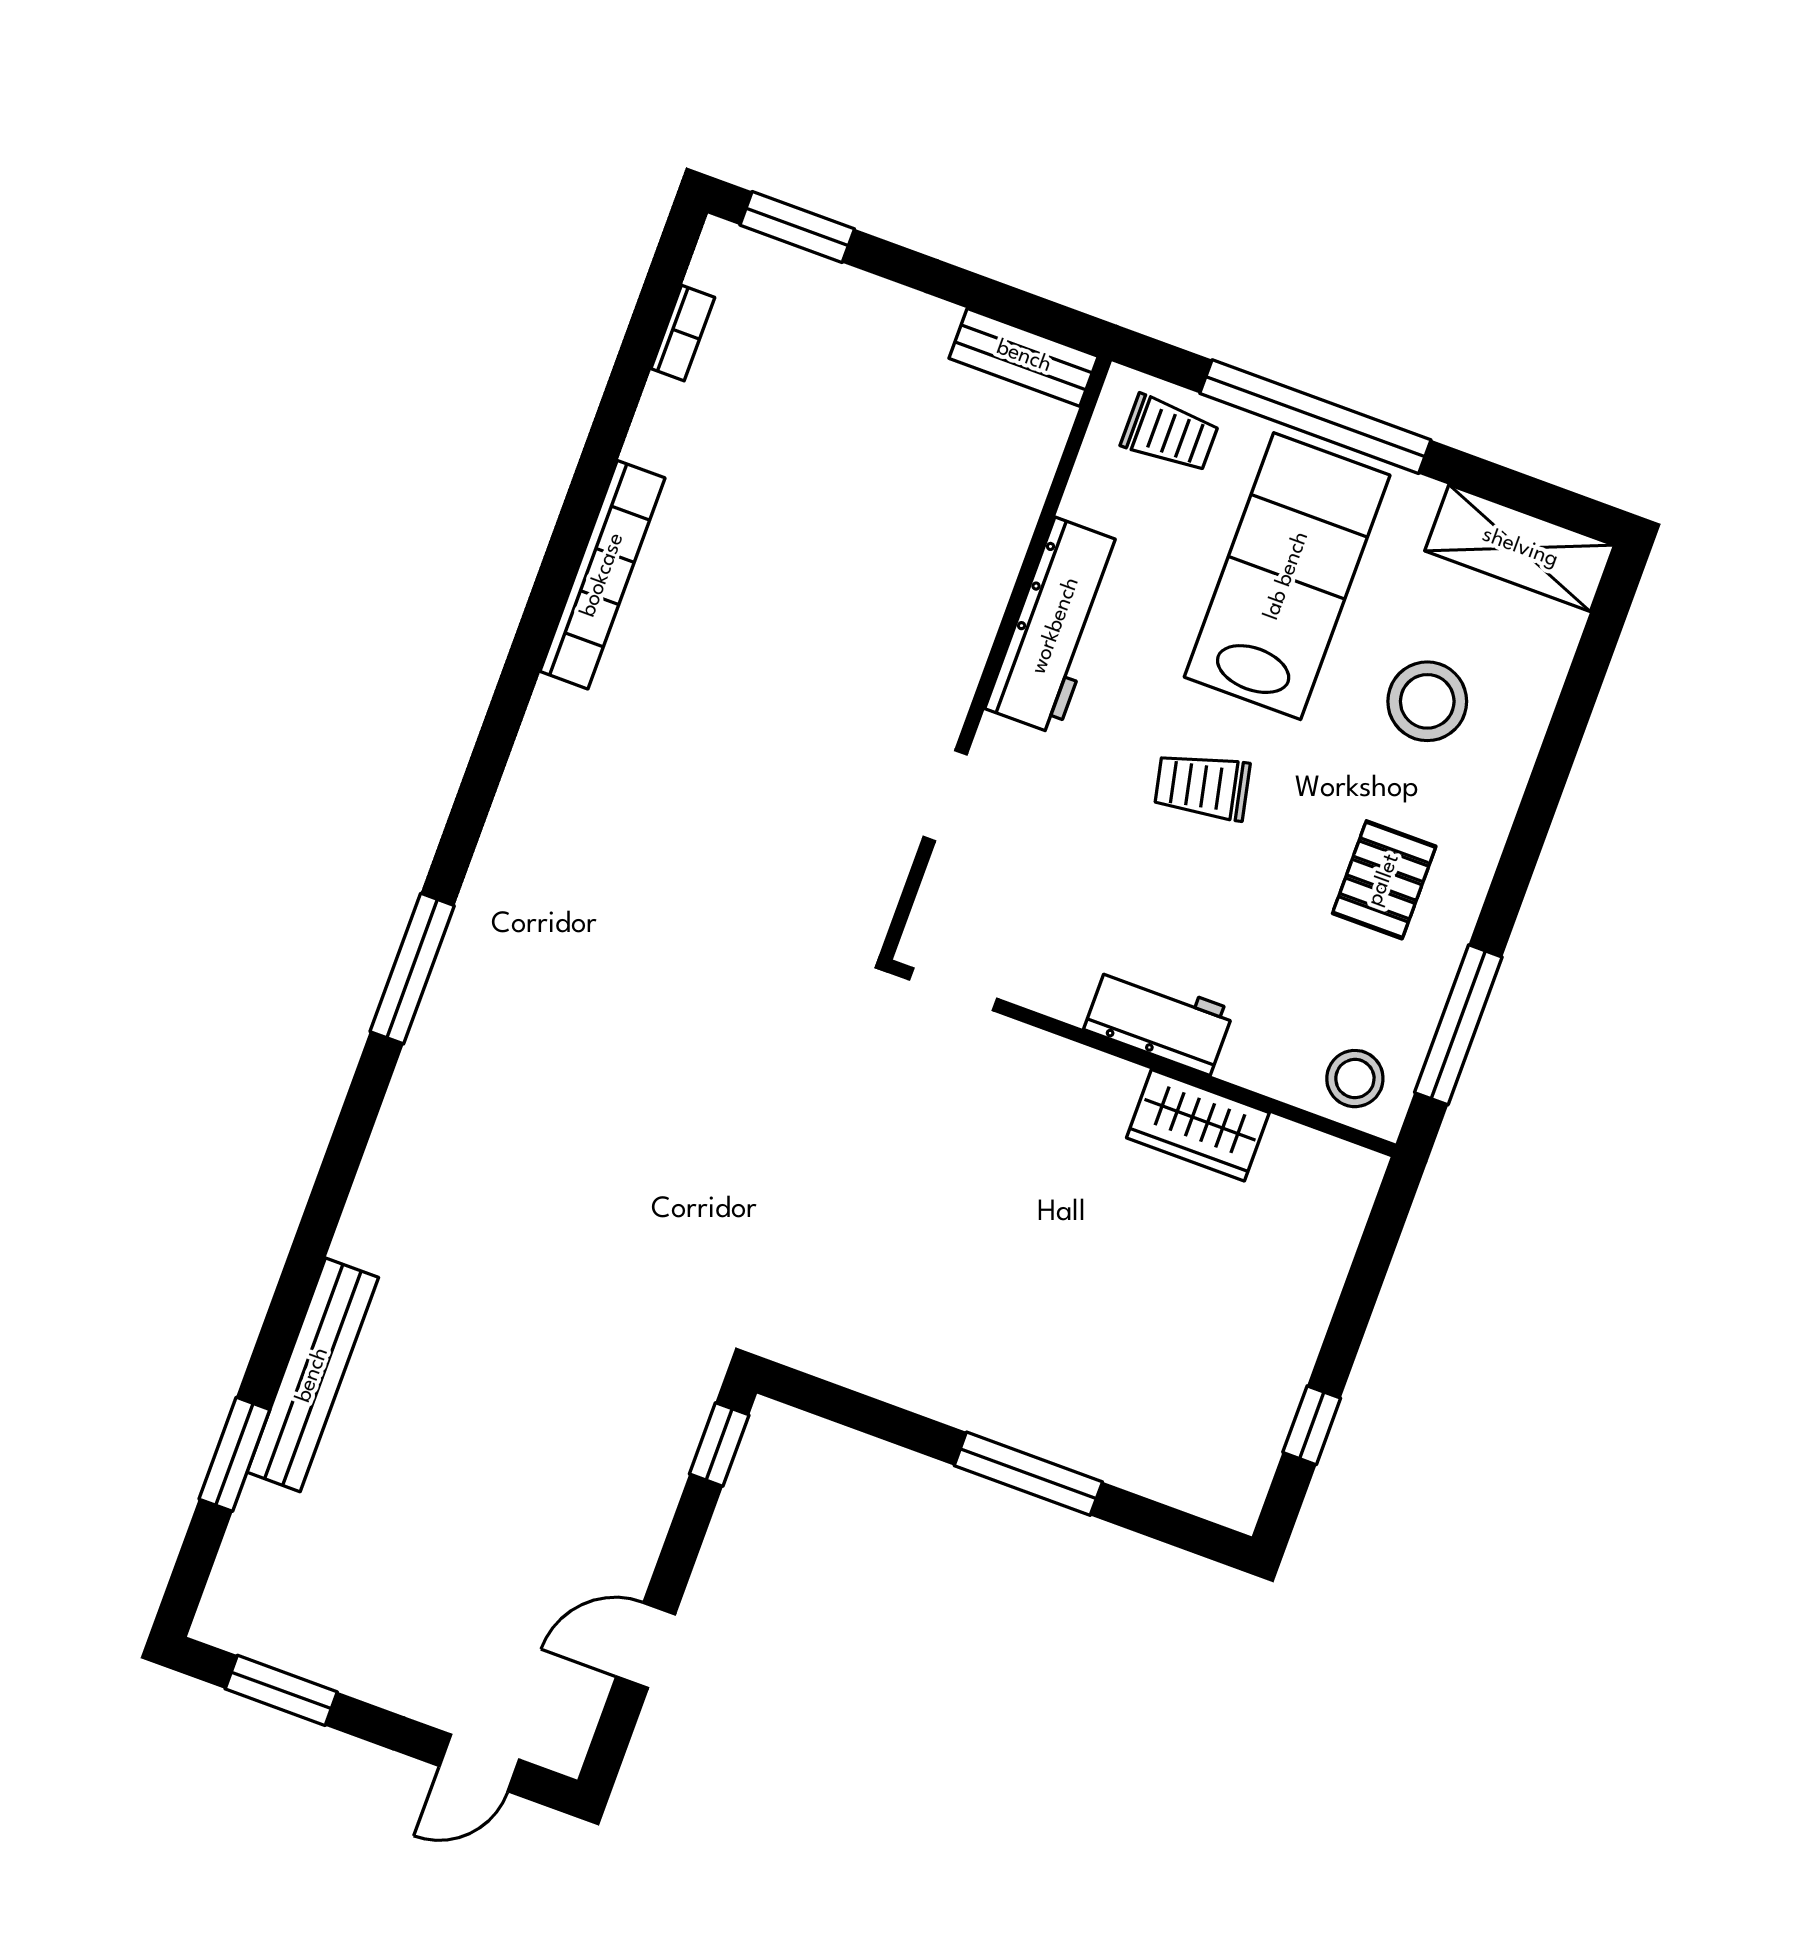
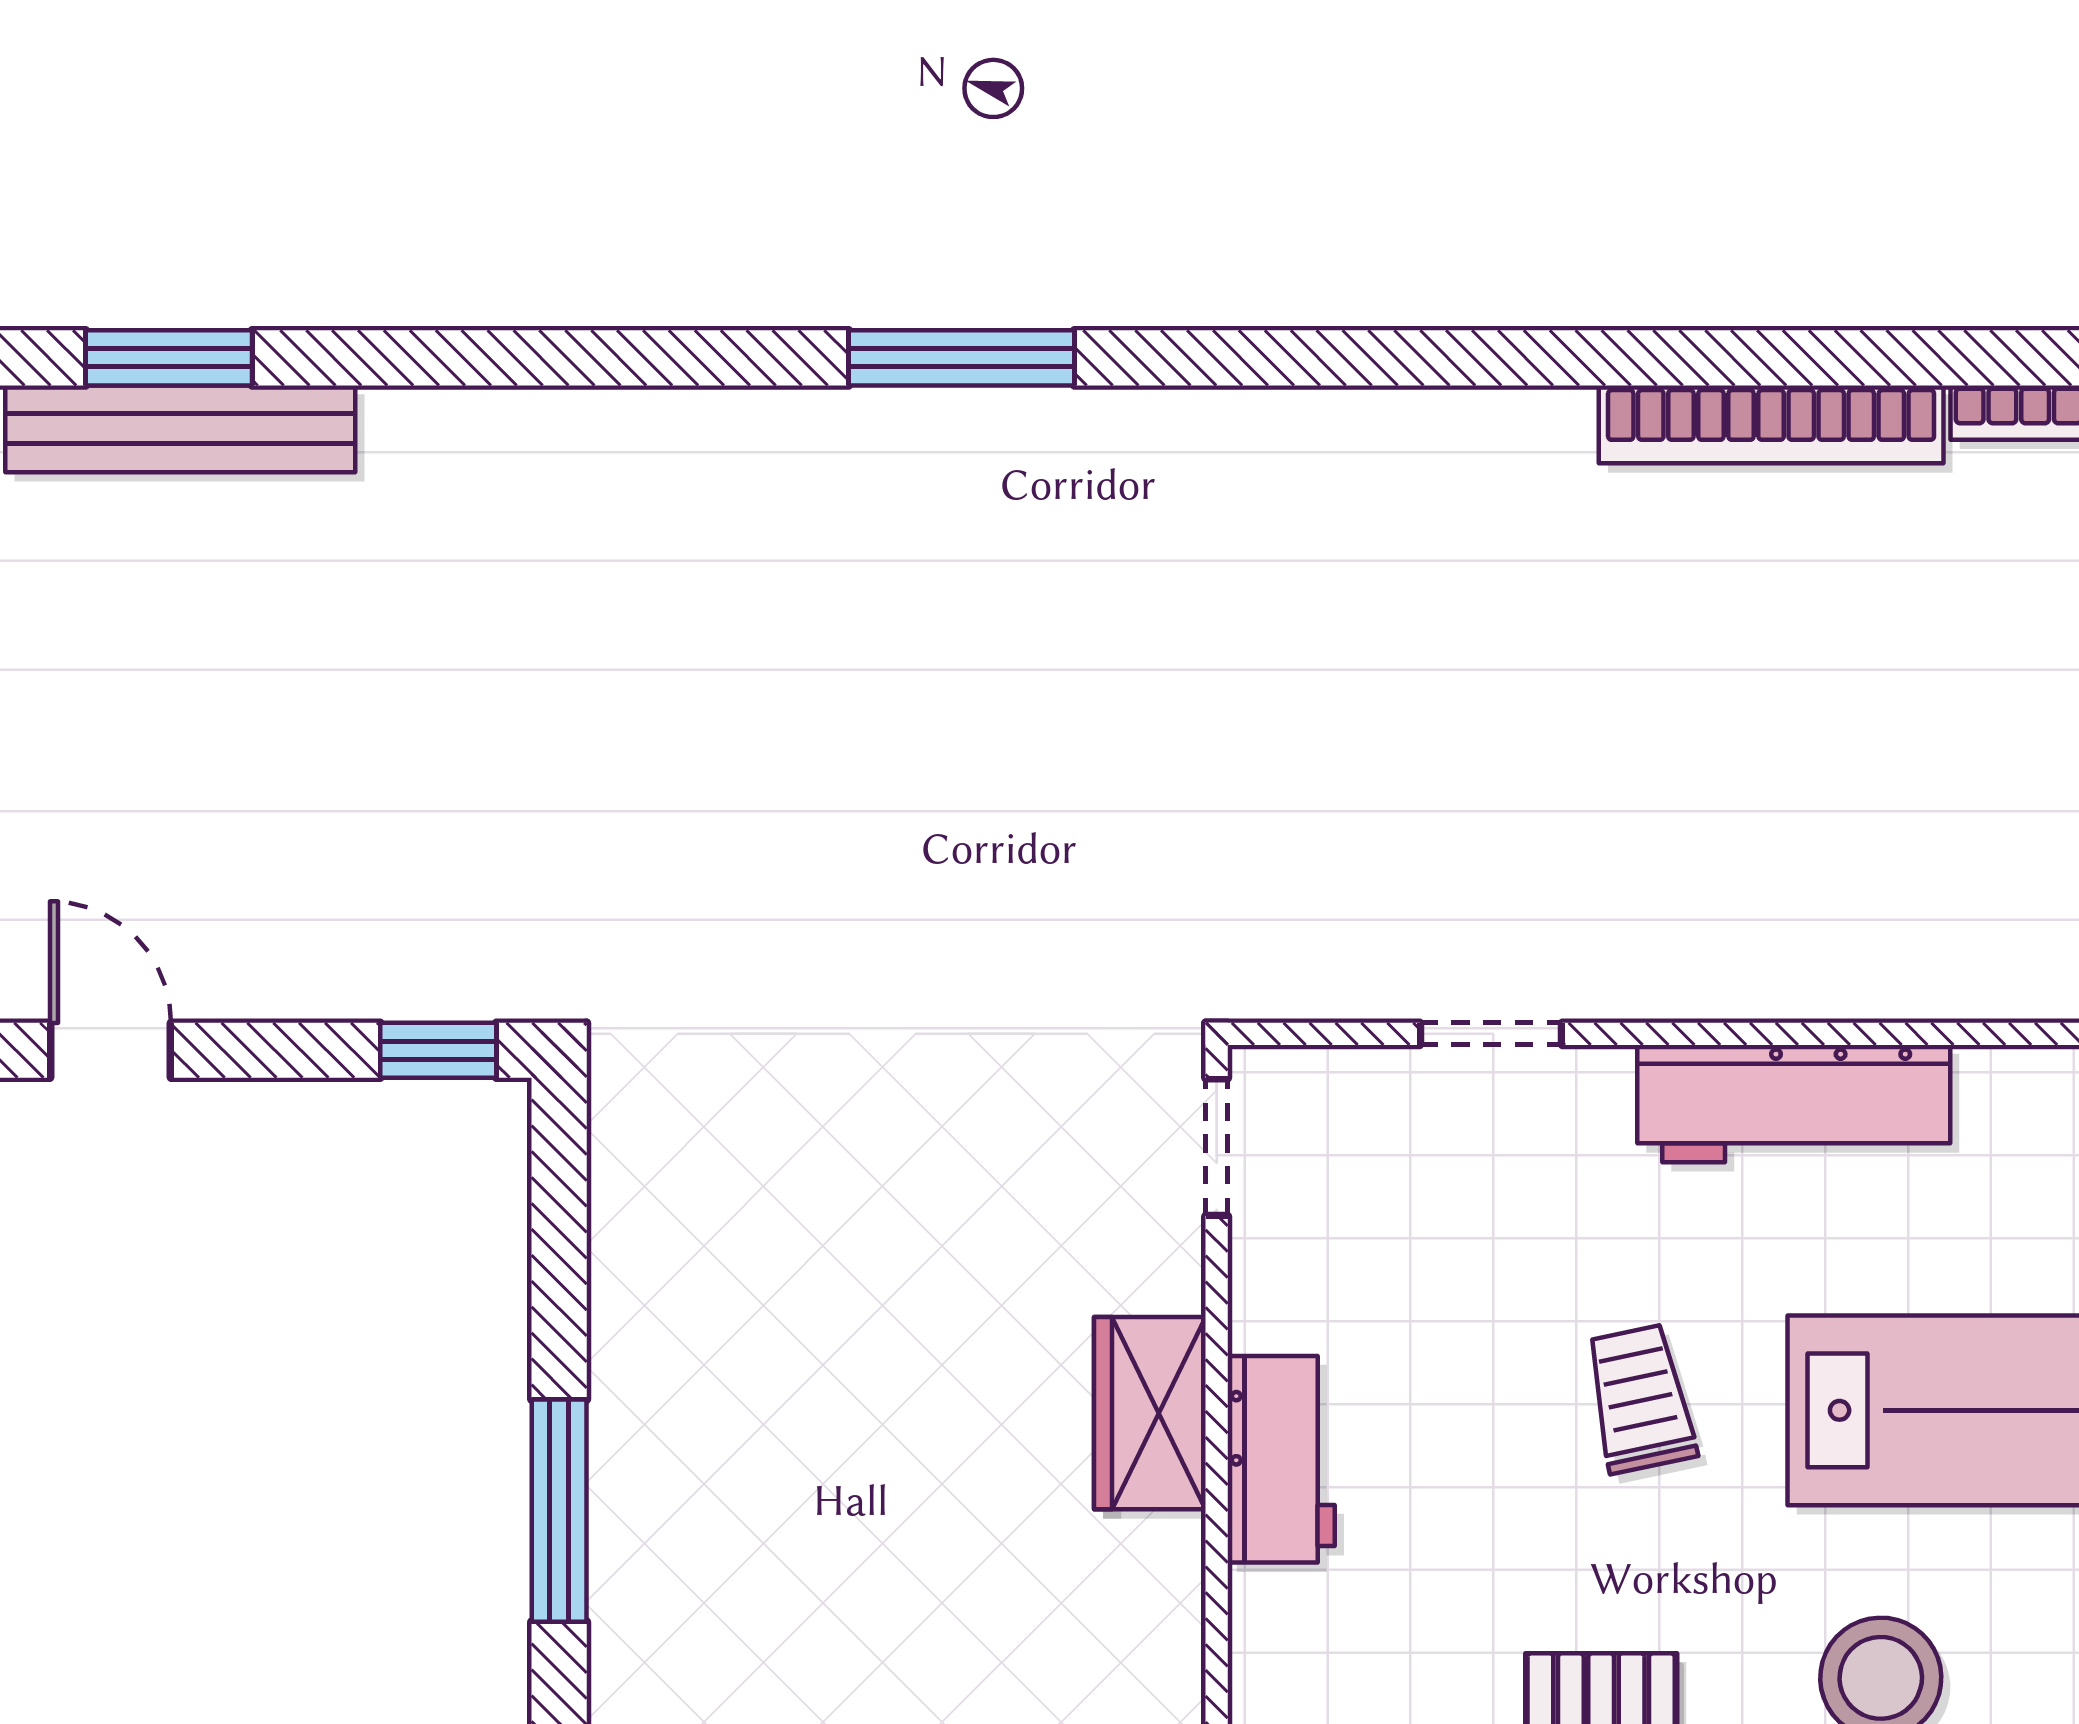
bookcase: (603, 575) -> (1771, 424), moved
wardrobe: (1198, 1125) -> (1150, 1413), moved
bench: (313, 1375) -> (180, 429), moved

